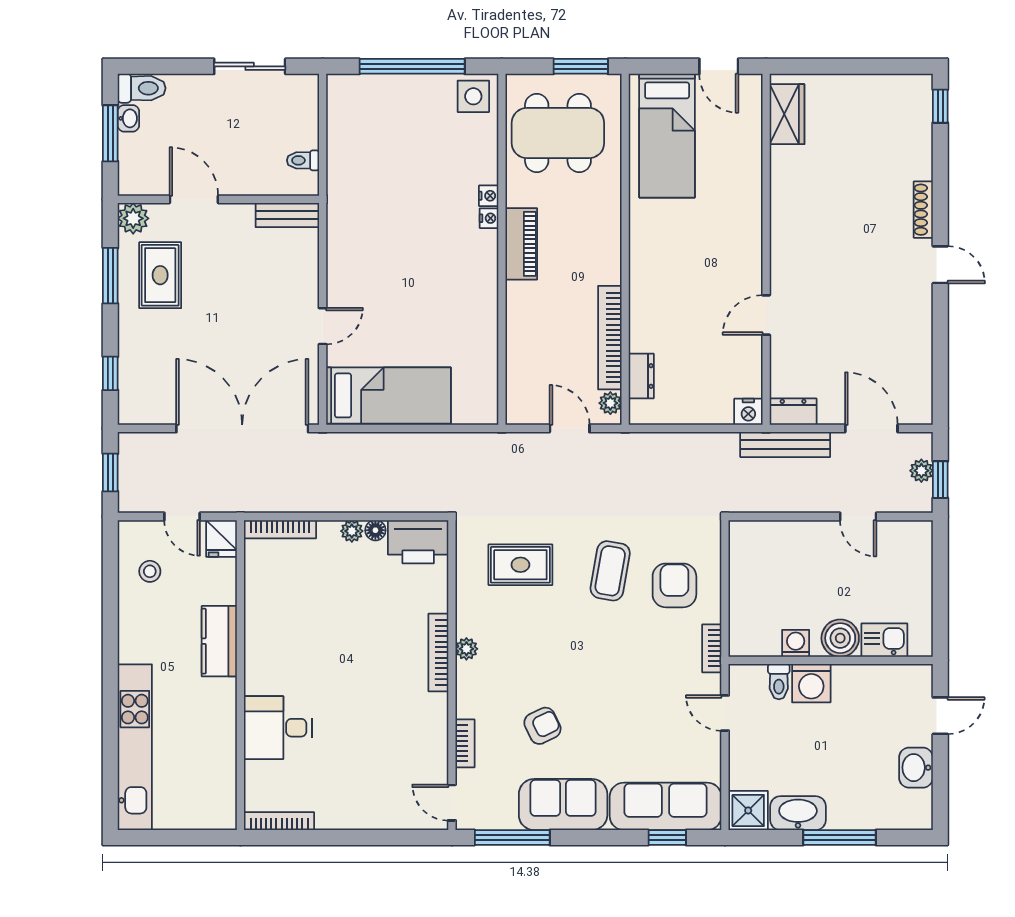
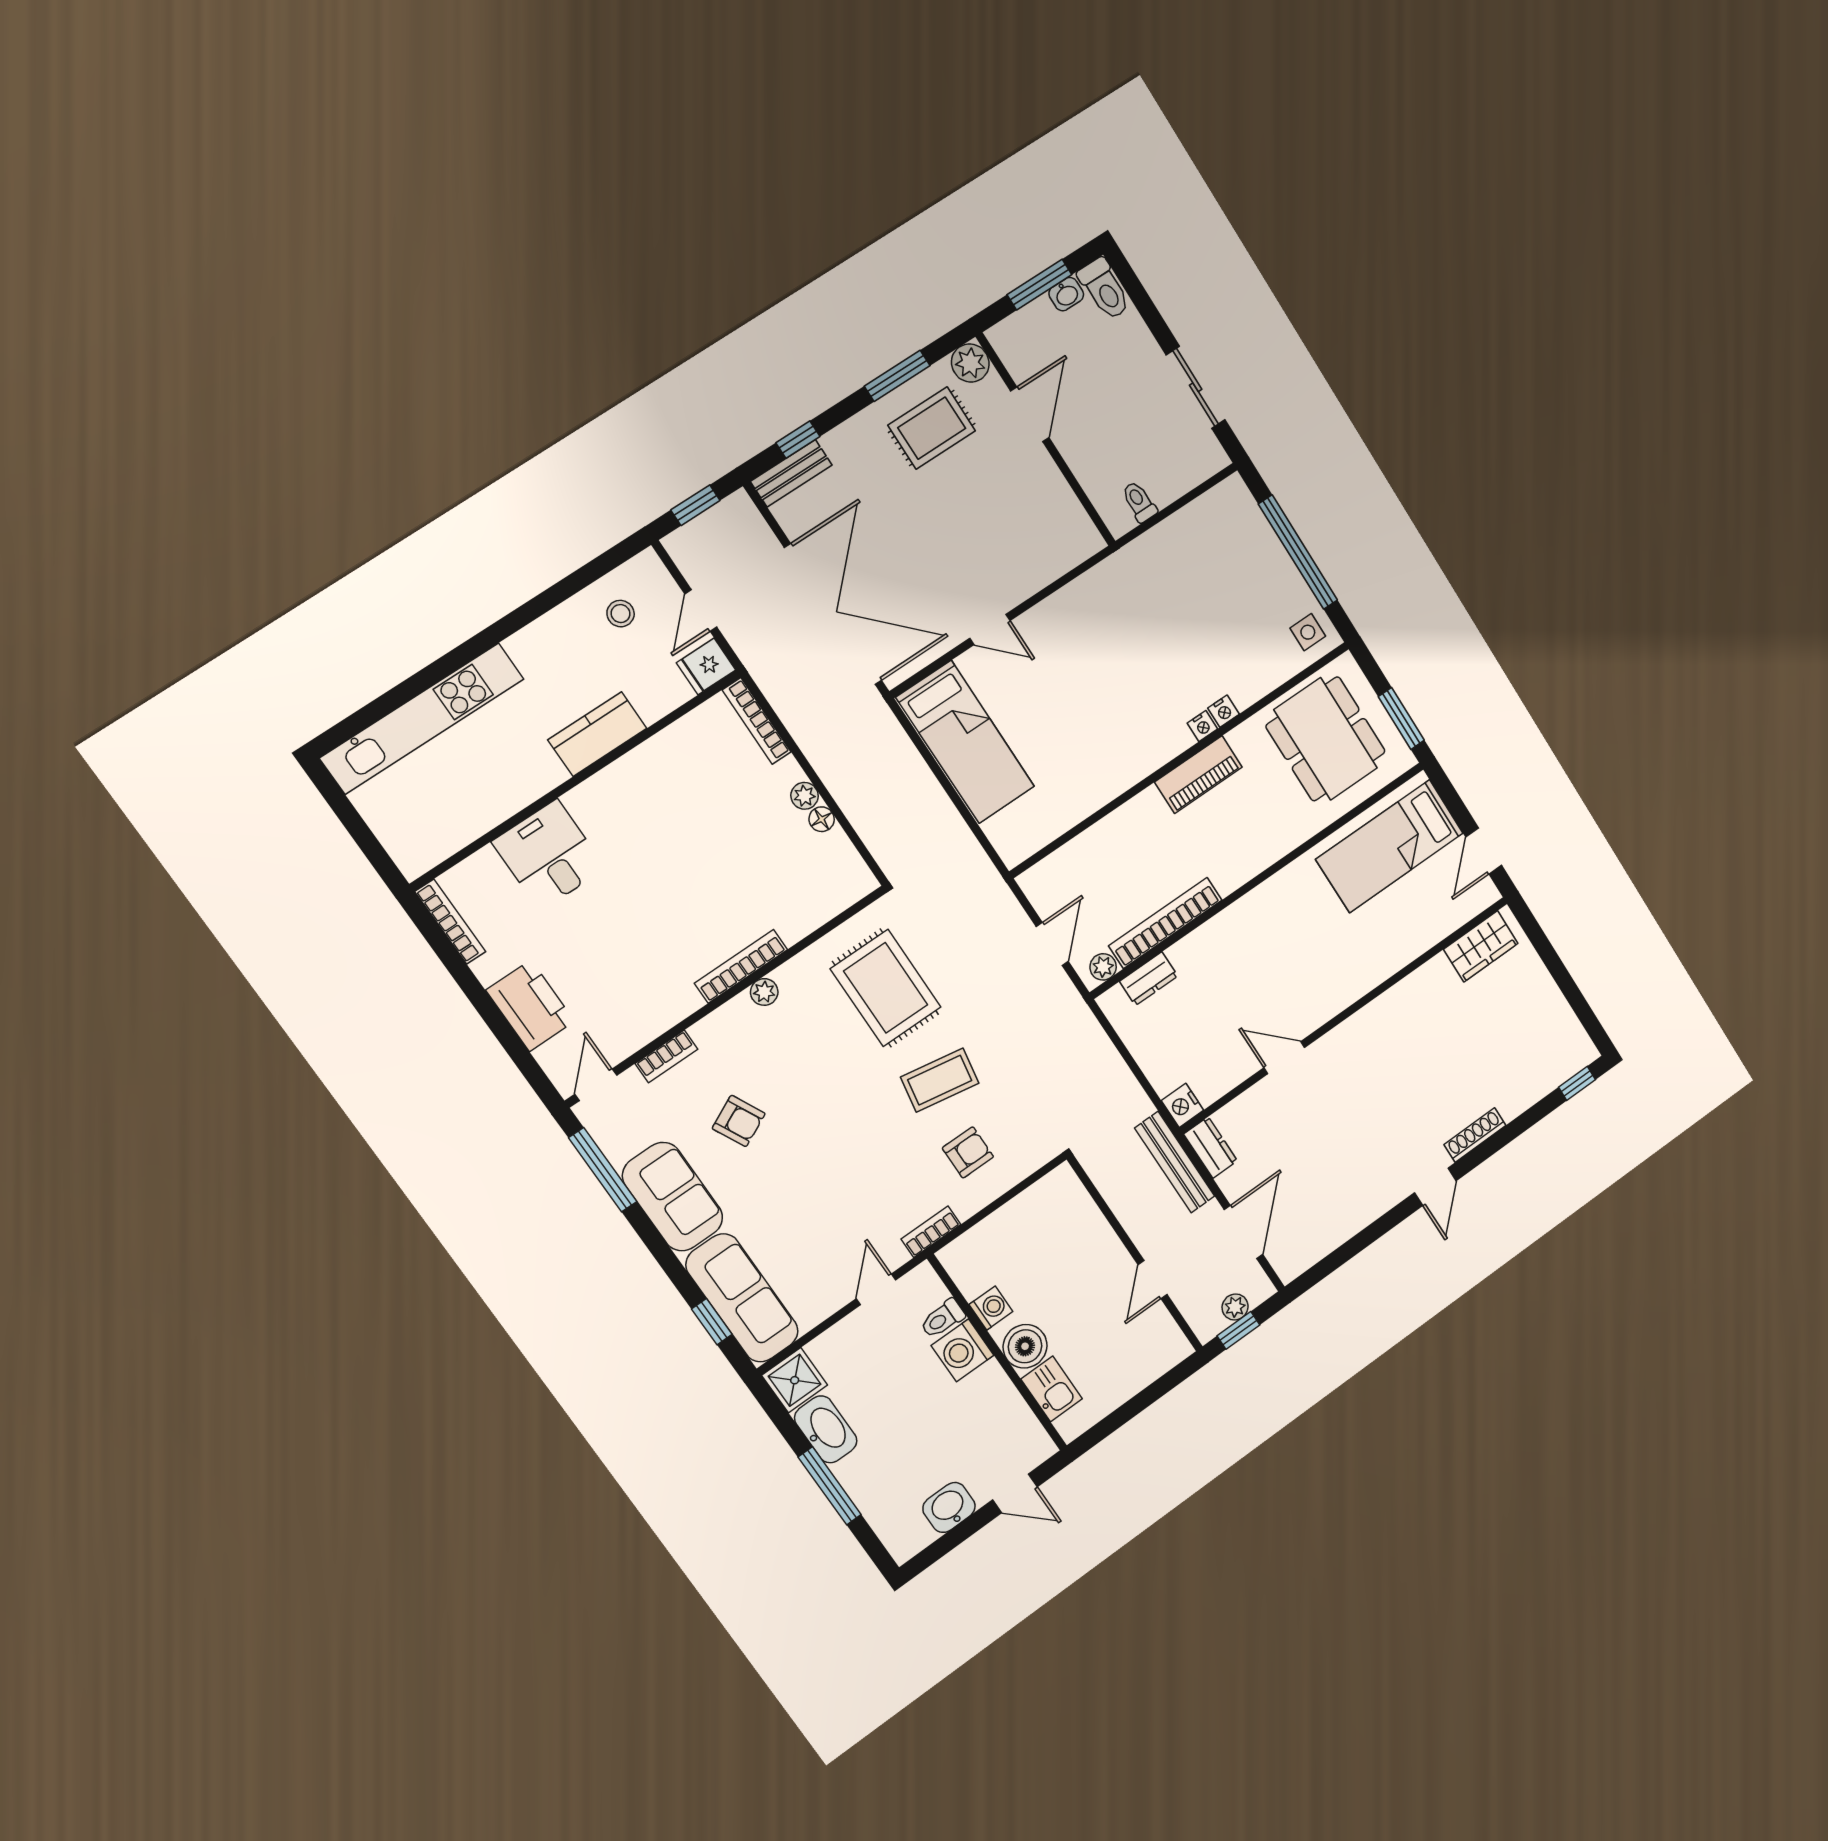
side table: (473, 96) -> (1308, 632), width x0.73, depth x0.73
bench: (287, 215) -> (791, 473), moved, turned 90
printer: (418, 542) -> (530, 1006), moved, turned 180
rug: (520, 565) -> (886, 988), width x1.36, depth x1.43
armchair: (674, 585) -> (968, 1152), width x0.72, depth x0.72

